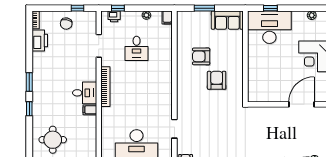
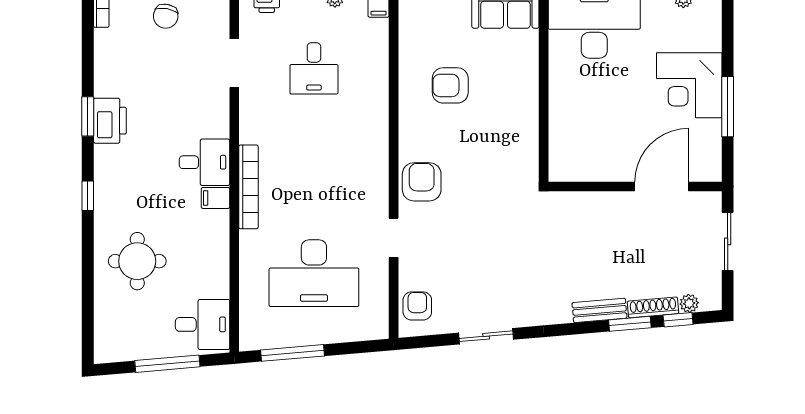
printer: (40, 41) -> (110, 121), moved
armchair: (217, 80) -> (422, 182), moved
window: (29, 82) -> (88, 116), moved
bookcase: (105, 87) -> (248, 187), moved

